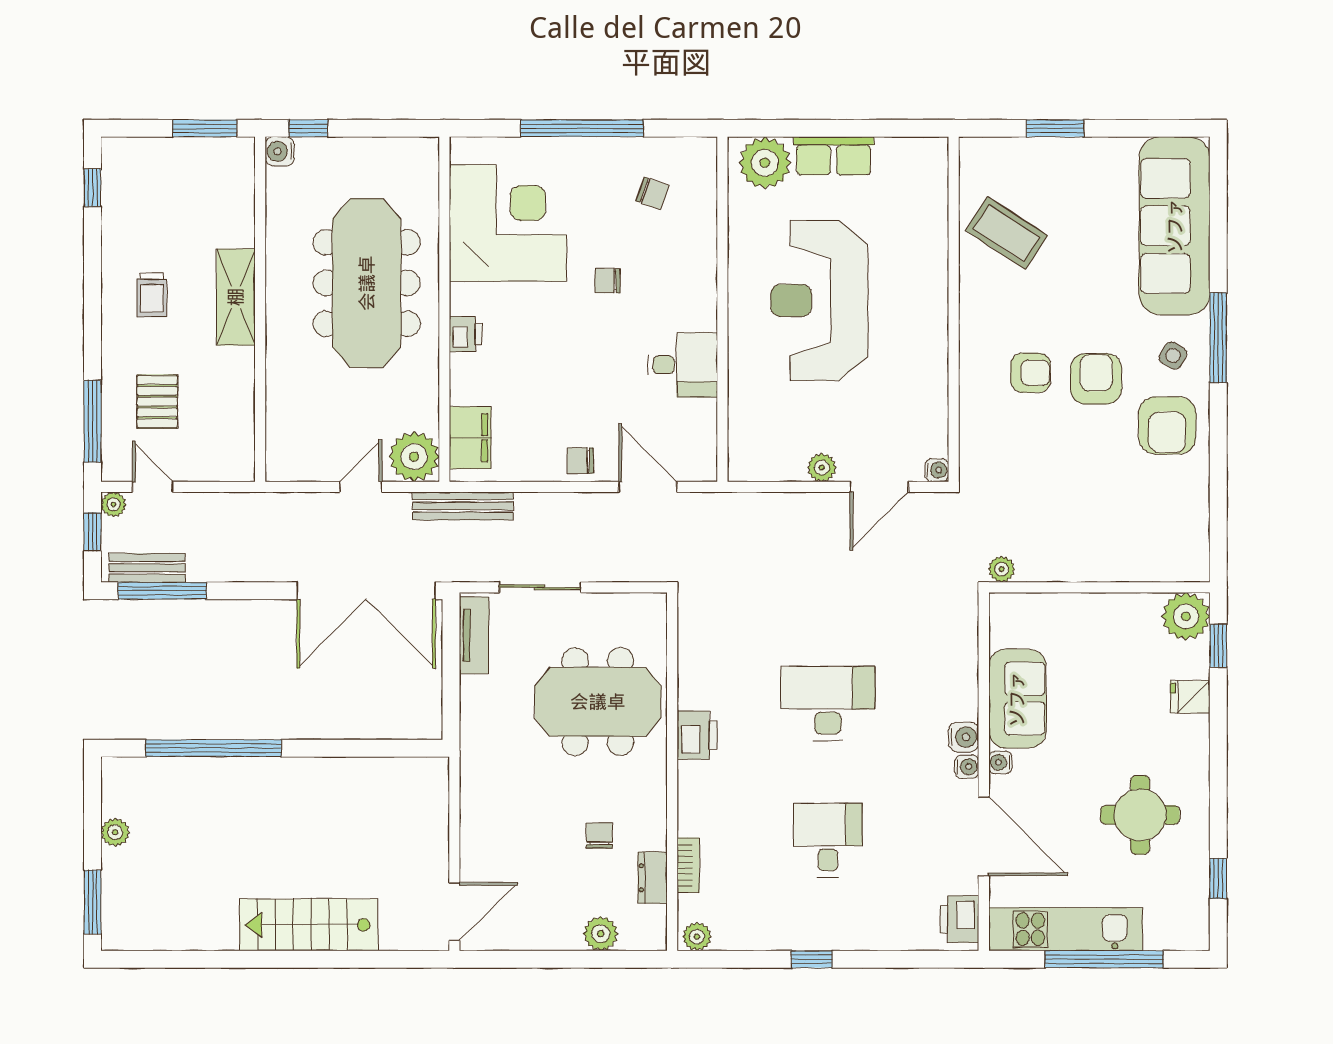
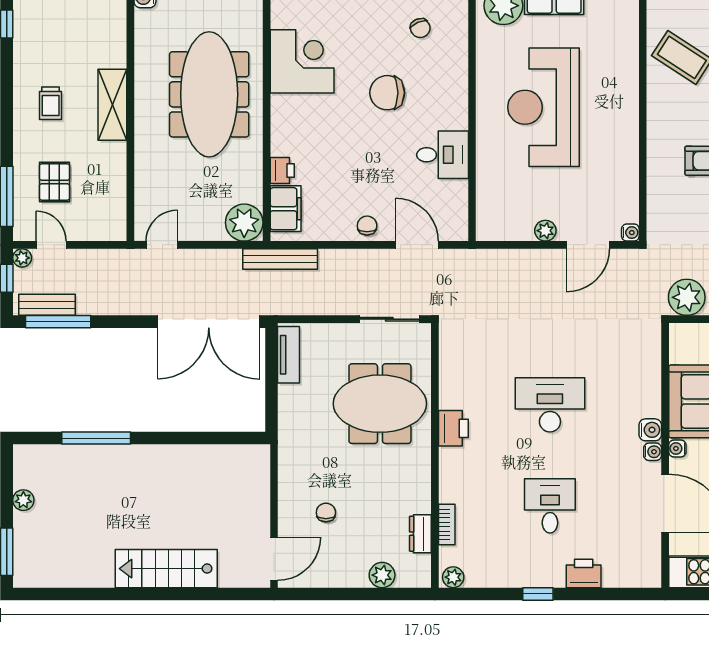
chair: (652, 193) -> (420, 28), turned 48
corner desk: (508, 223) -> (302, 61), width x0.74, depth x0.74
chair: (608, 281) -> (387, 93), width x1.87, depth x1.87
printer: (466, 334) -> (282, 170), moved
chair: (580, 461) -> (367, 226), turned 90
door: (361, 487) -> (162, 245), moved
plant: (1002, 569) -> (687, 297), width x1.88, depth x1.88
sliding door: (540, 587) -> (389, 319), moved
window: (214, 748) -> (96, 438), width x0.68
chair: (599, 836) -> (326, 513), moved
printer: (959, 919) -> (584, 573), moved, turned 90

